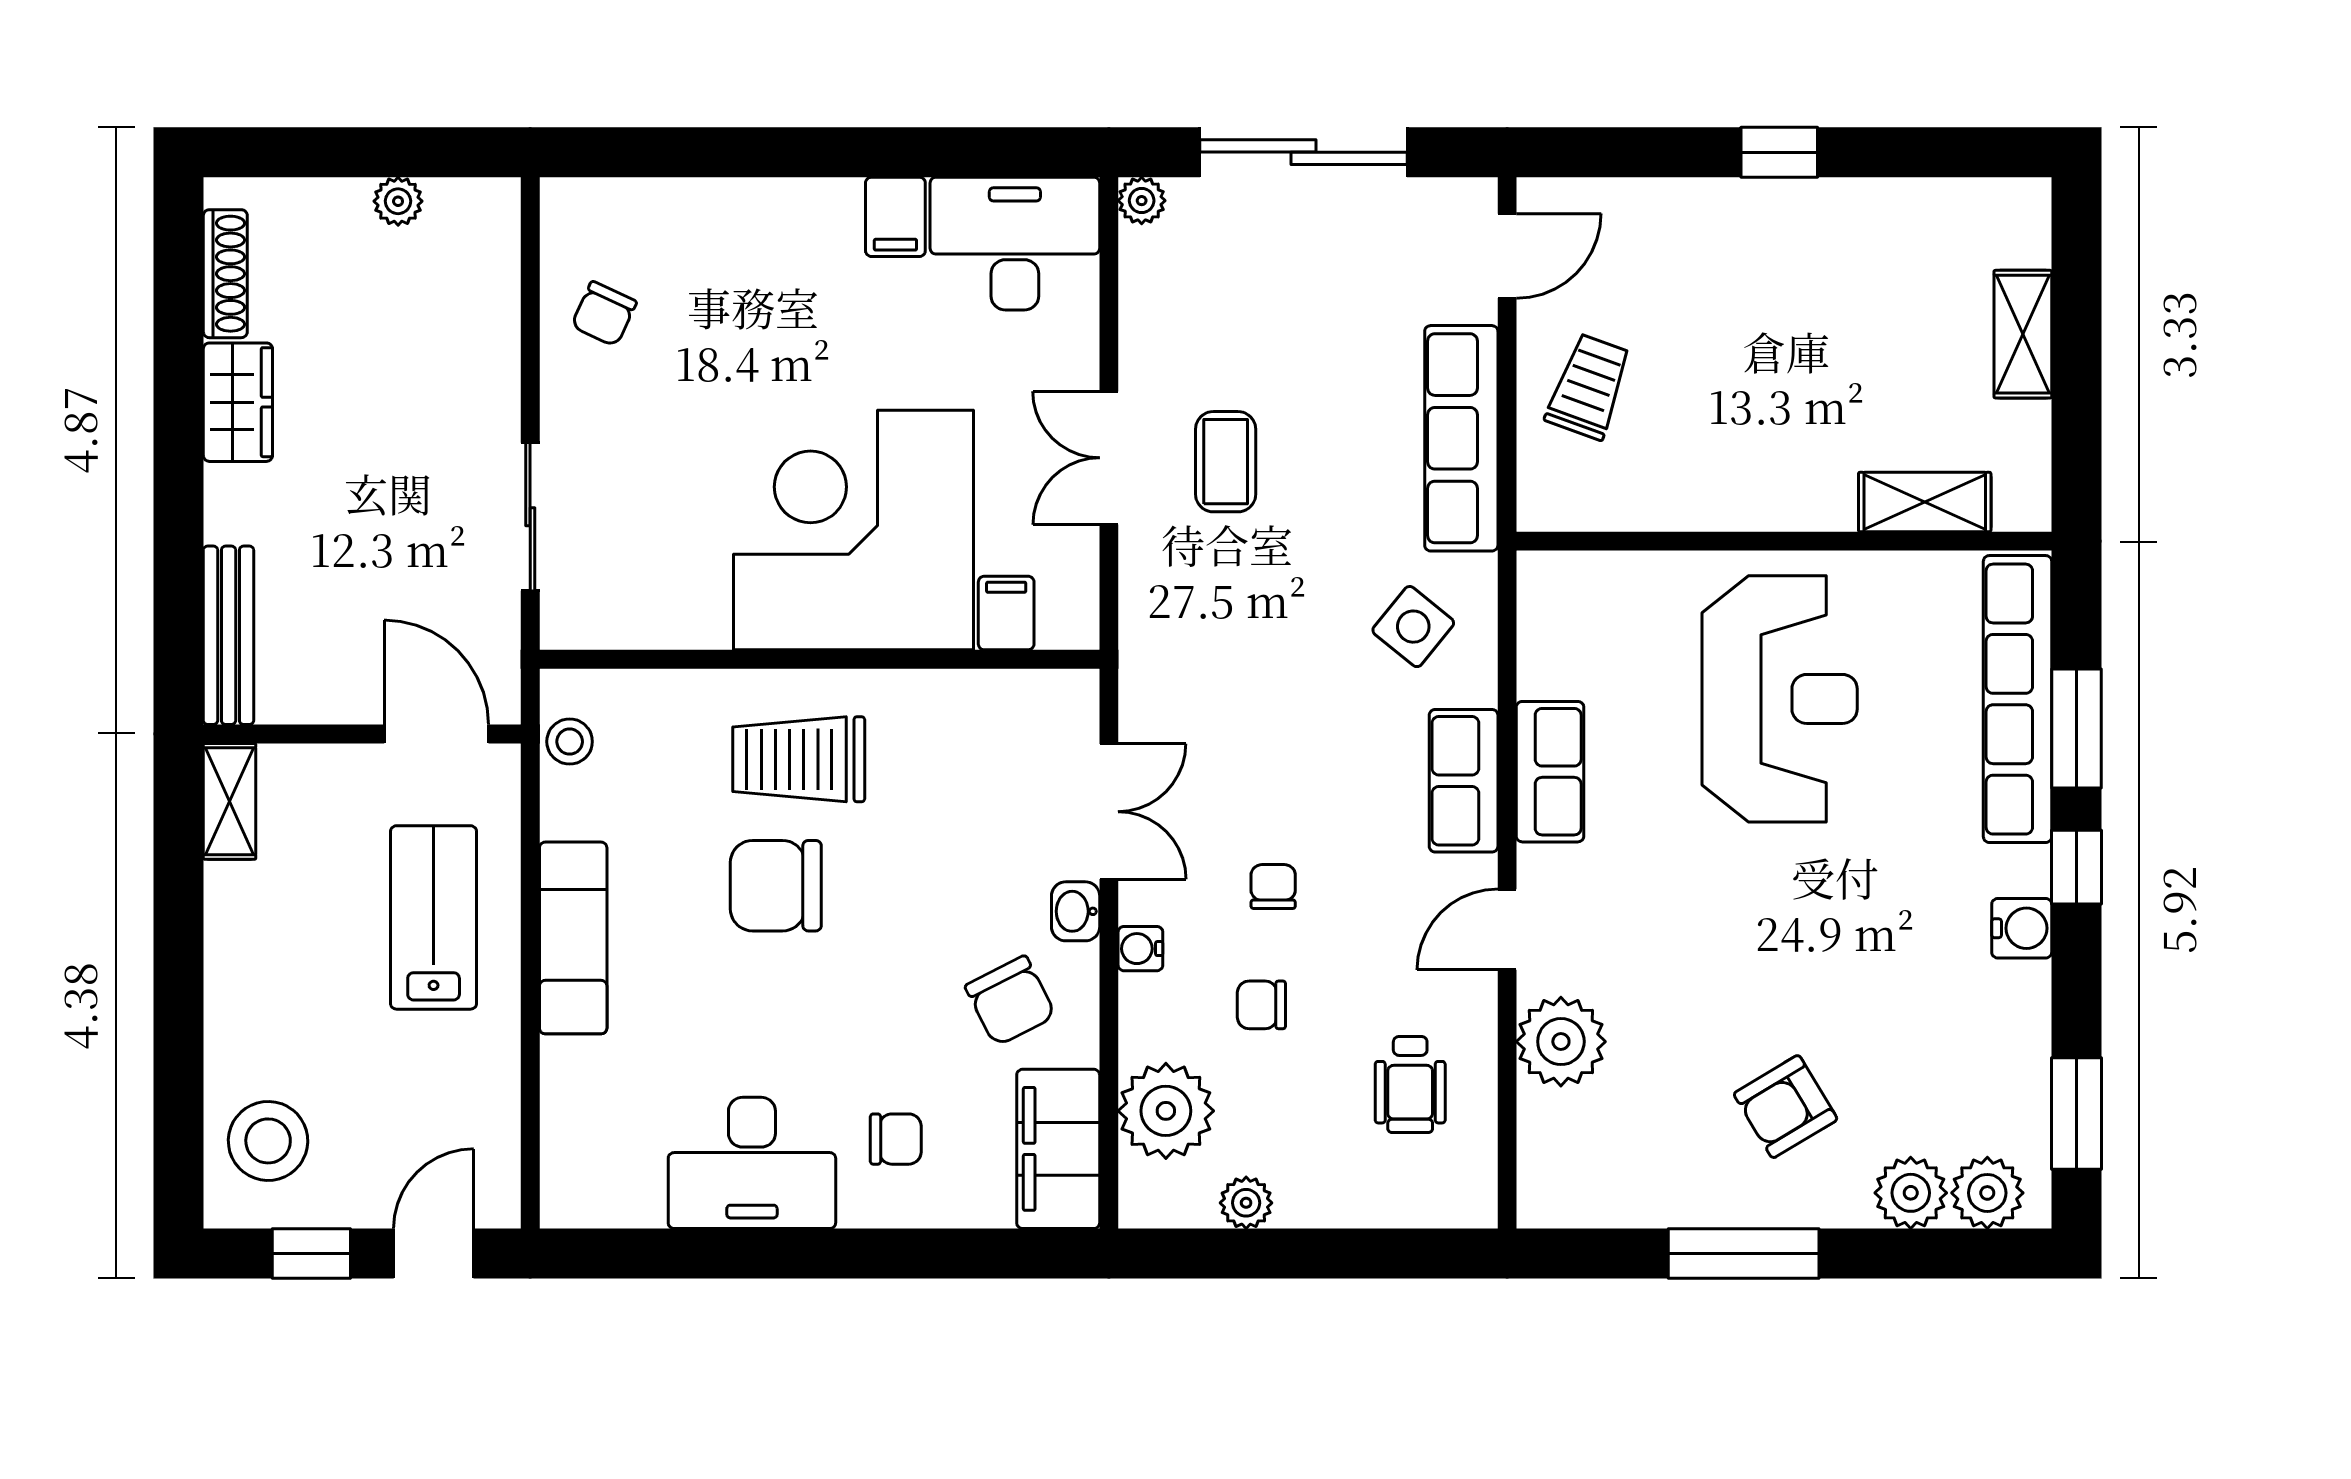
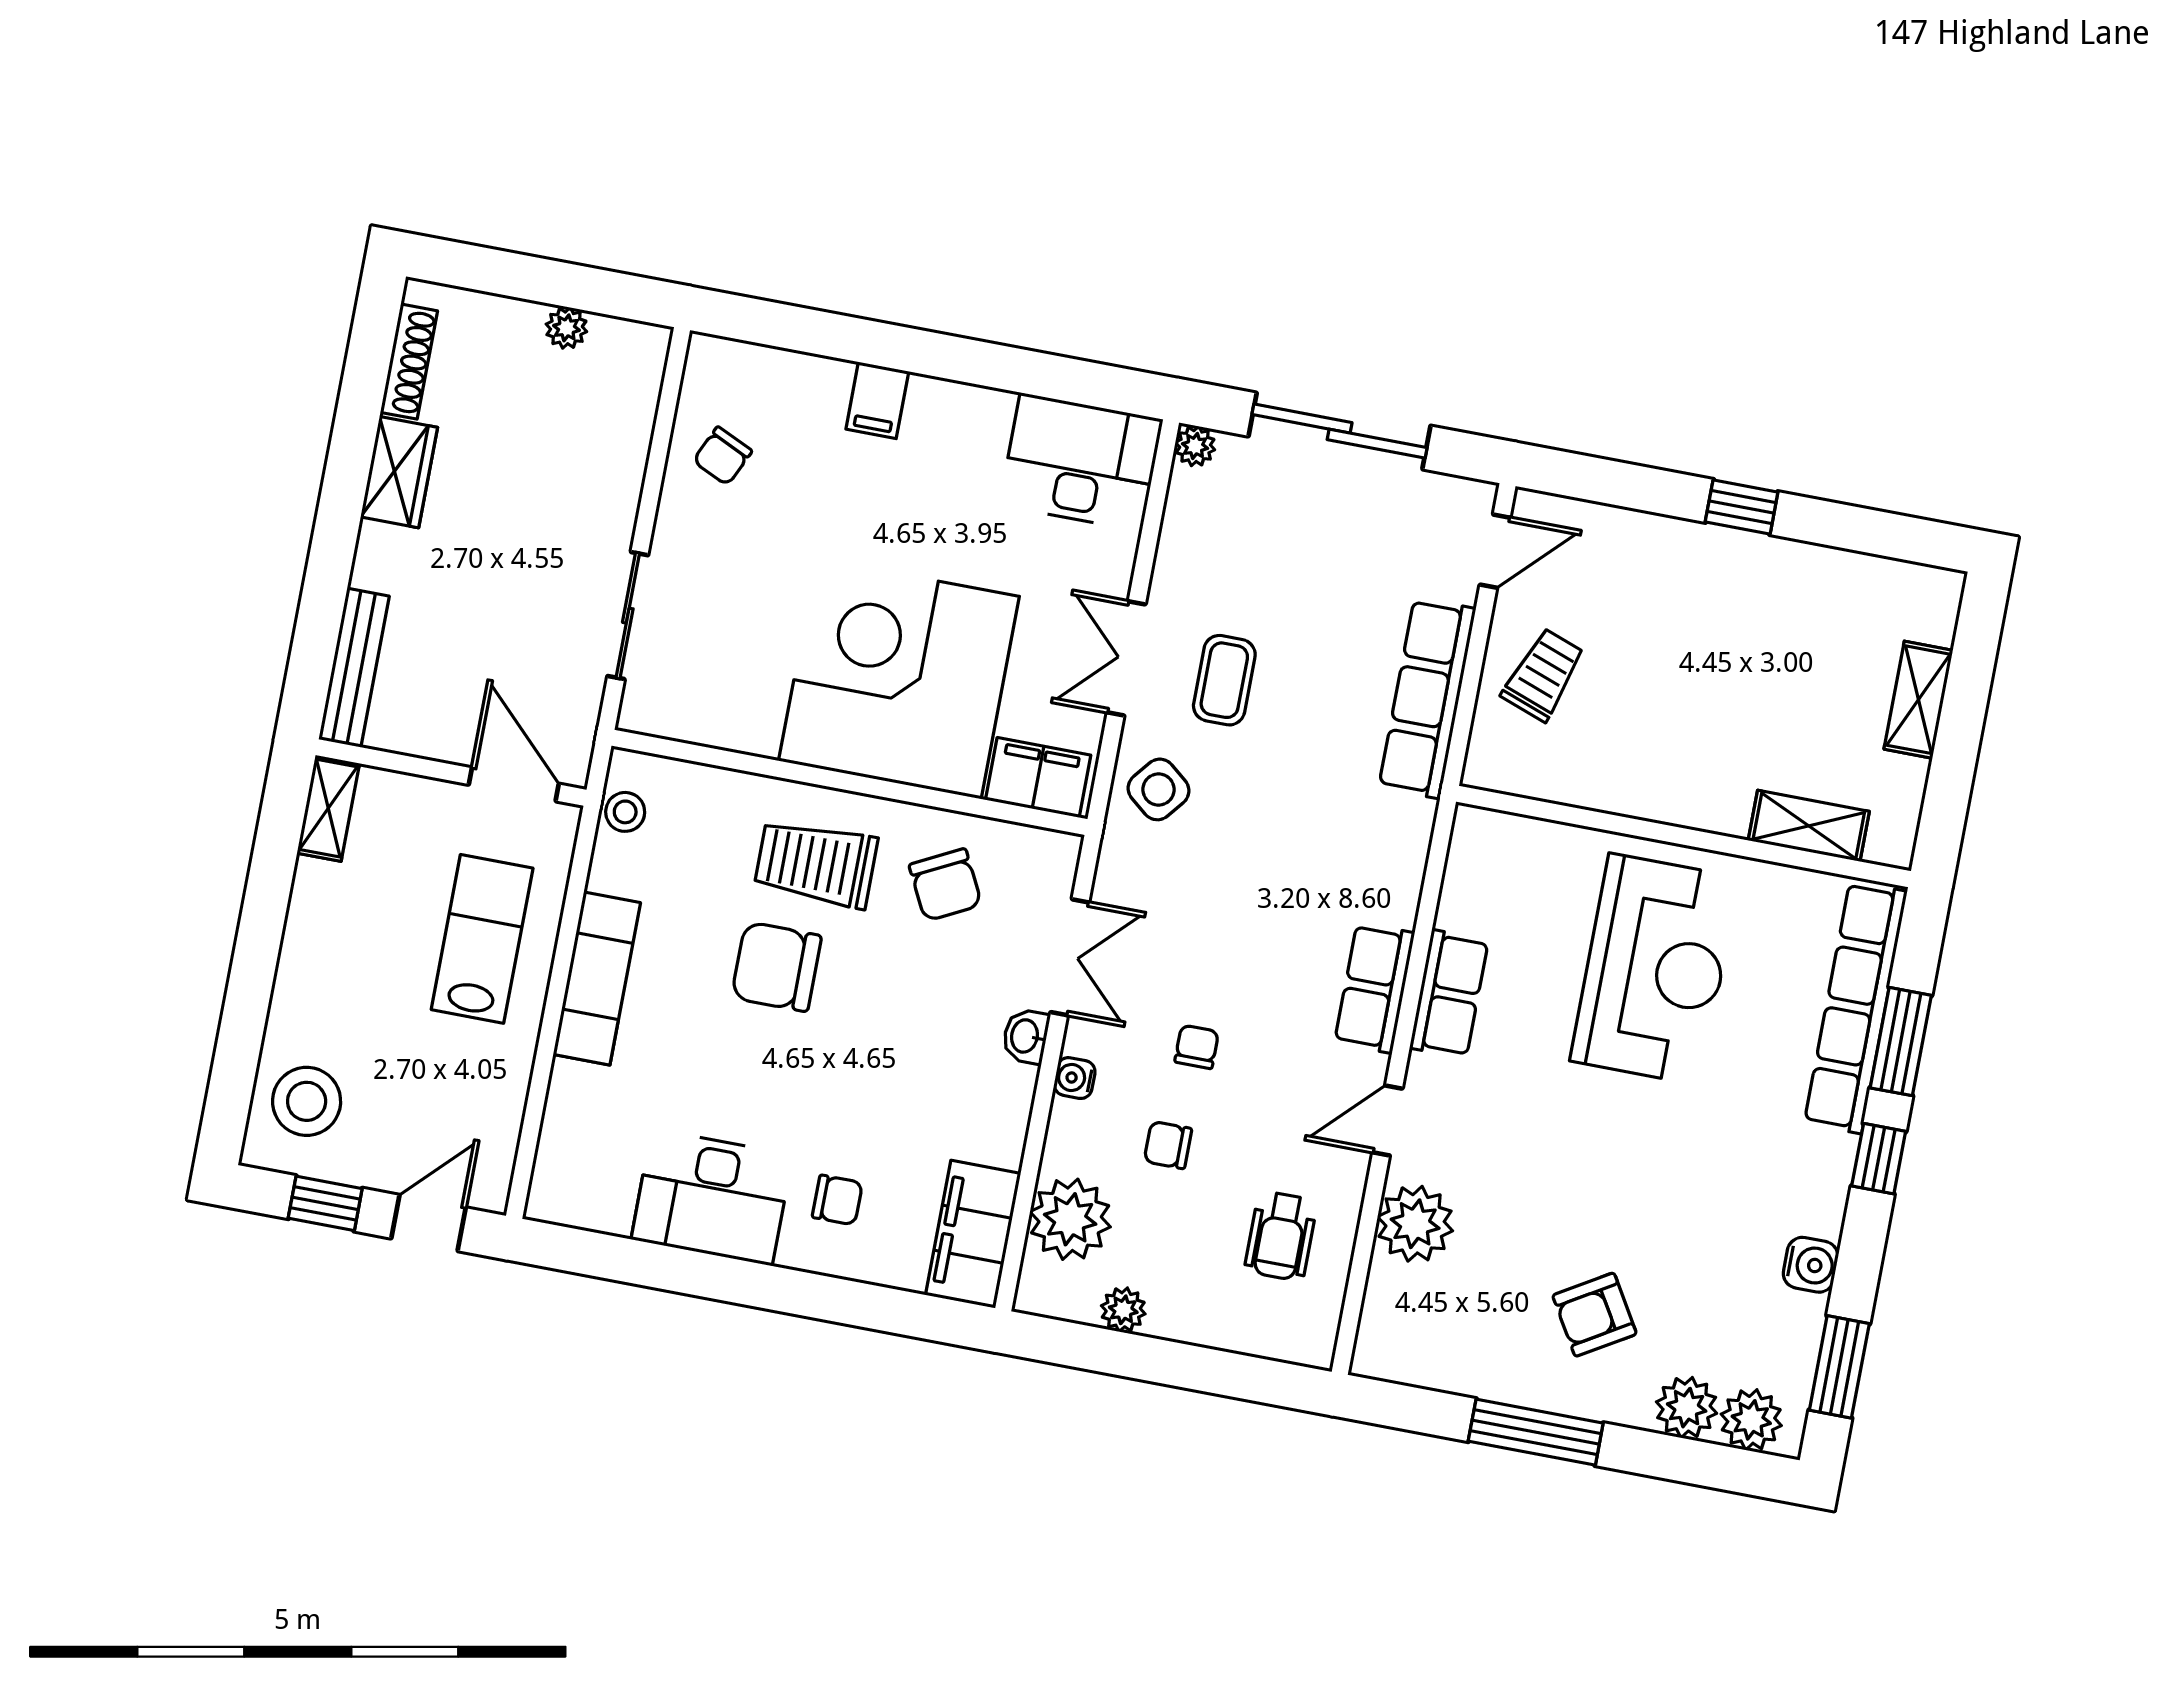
filing cabinet: (895, 217) -> (877, 400), moved
filing cabinet: (1006, 613) -> (1038, 777), width x2.00
side table: (1413, 627) -> (1159, 789), moved
water cooler: (2022, 928) -> (1811, 1265), moved
chair: (1010, 1001) -> (945, 885), moved

